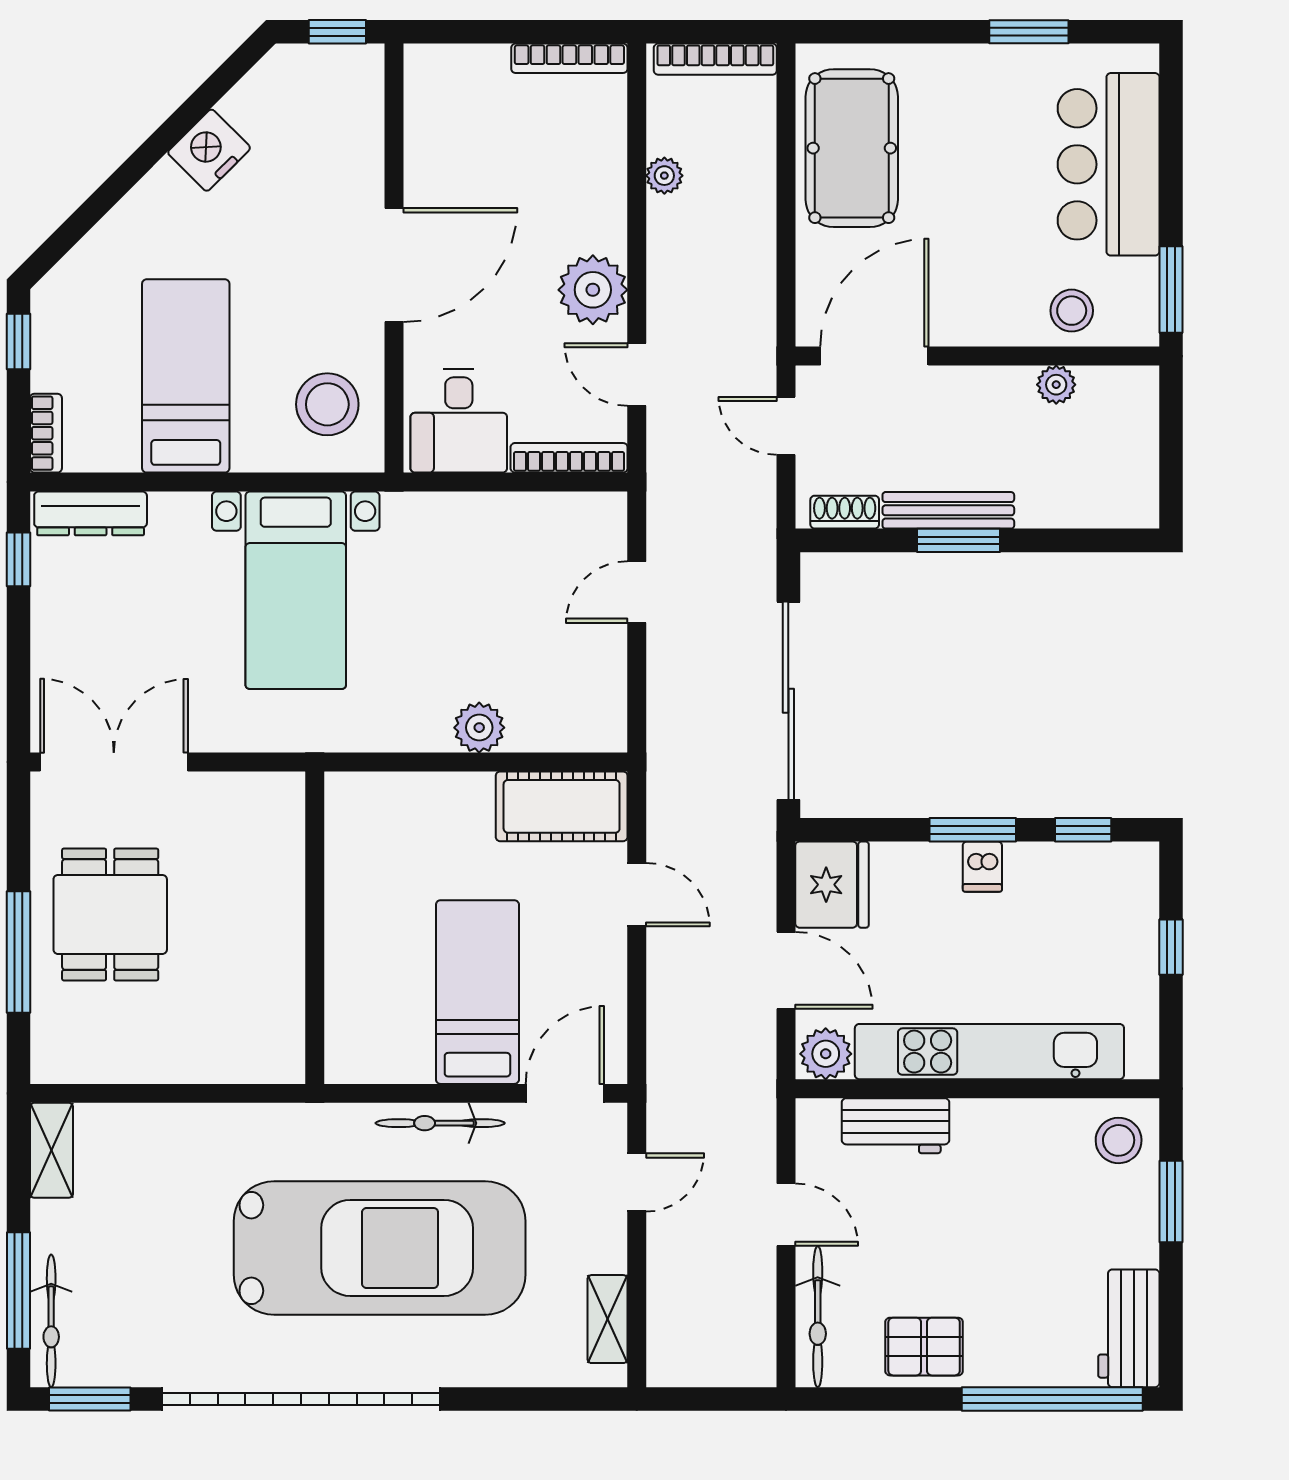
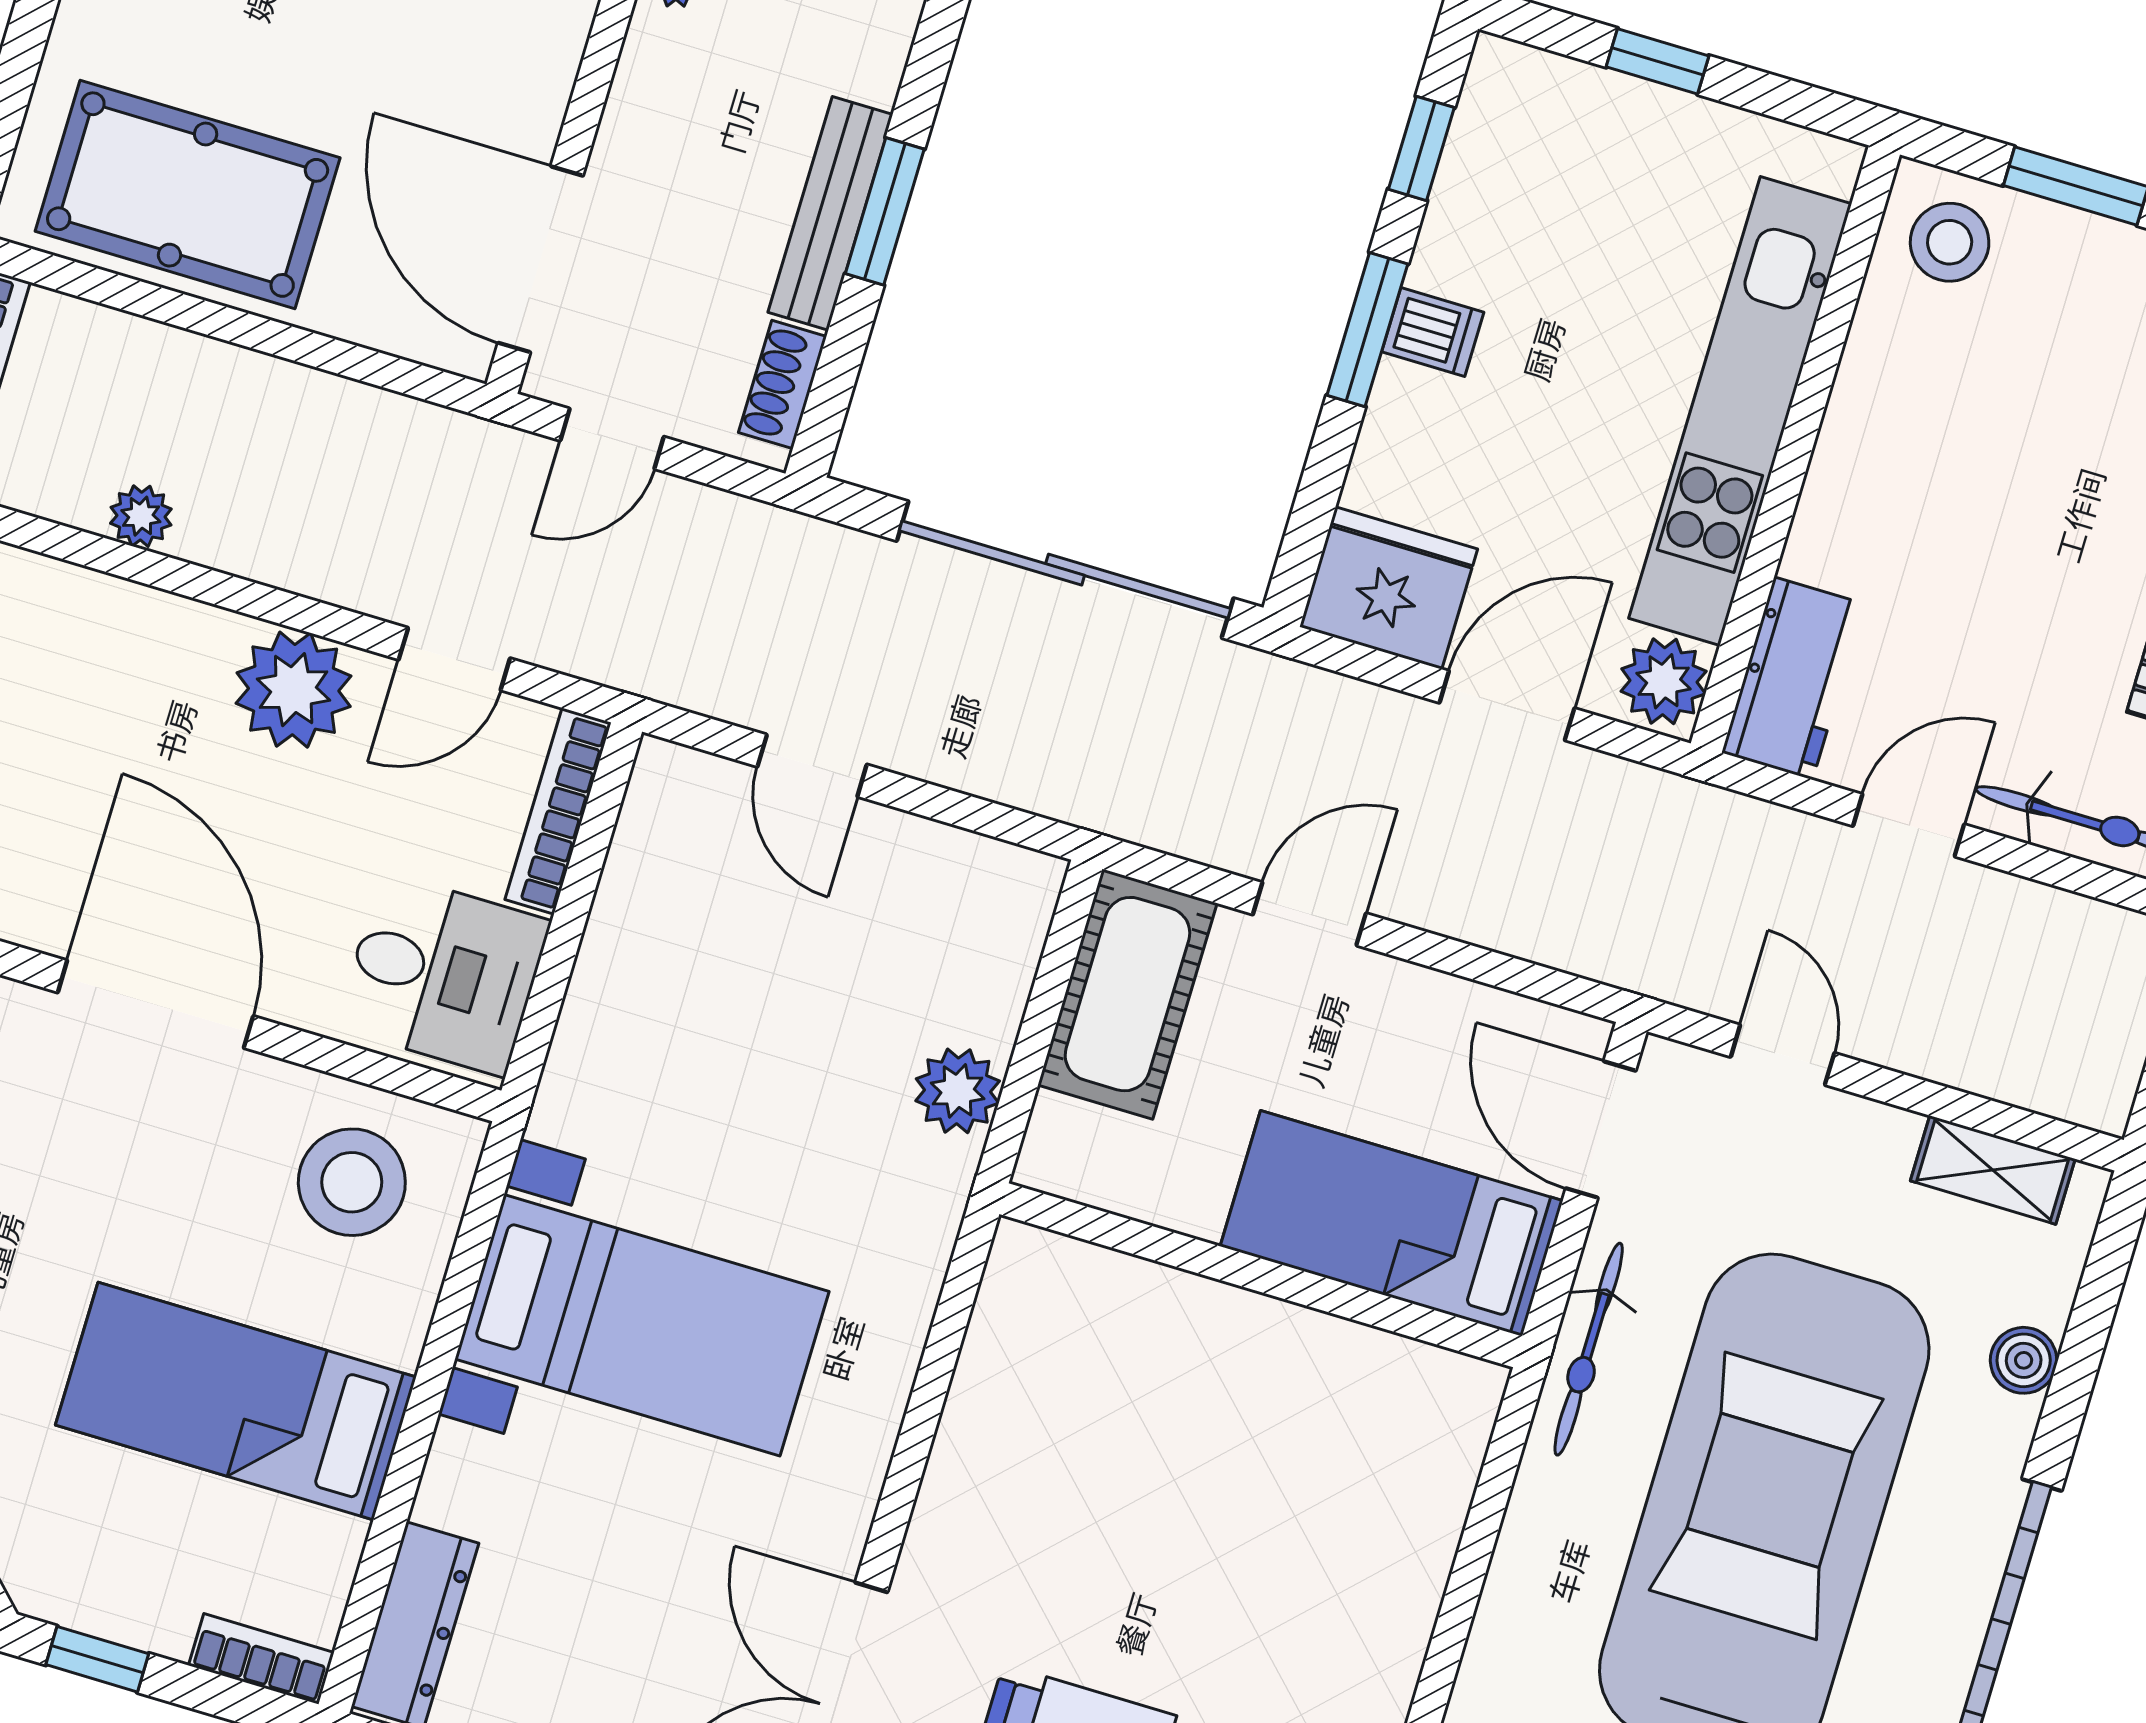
wall: (315, 928) -> (1261, 1275), moved
workbench: (896, 1126) -> (1793, 678), moved
boiler: (506, 1368) -> (2024, 1360), added

